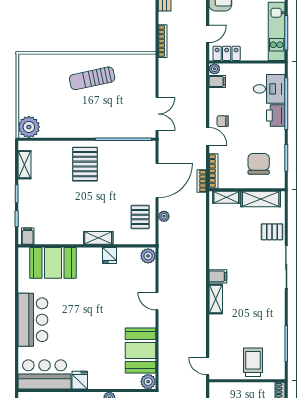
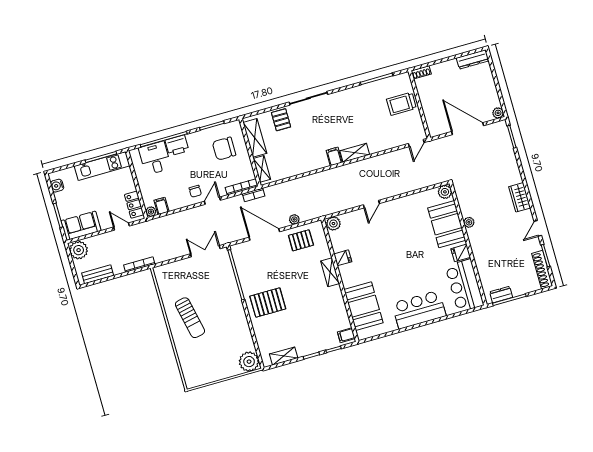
booth: (141, 350) -> (447, 224), moved, turned 90

